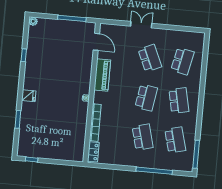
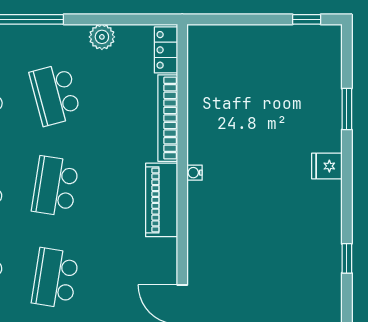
school desk: (150, 58) -> (55, 278), turned 33
piano: (102, 75) -> (162, 200), moved
plant: (120, 160) -> (102, 37), added

